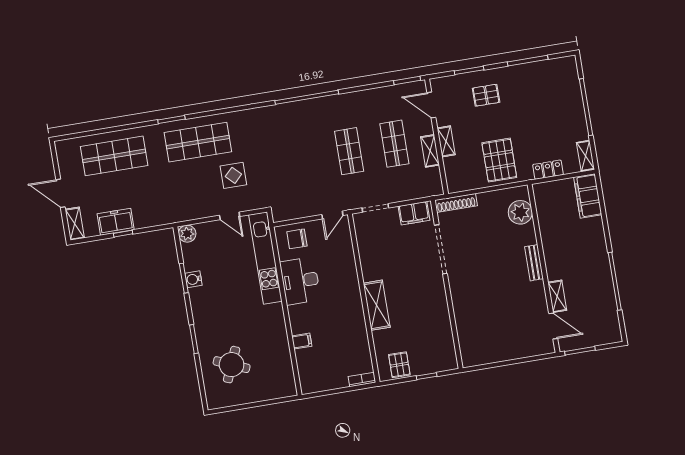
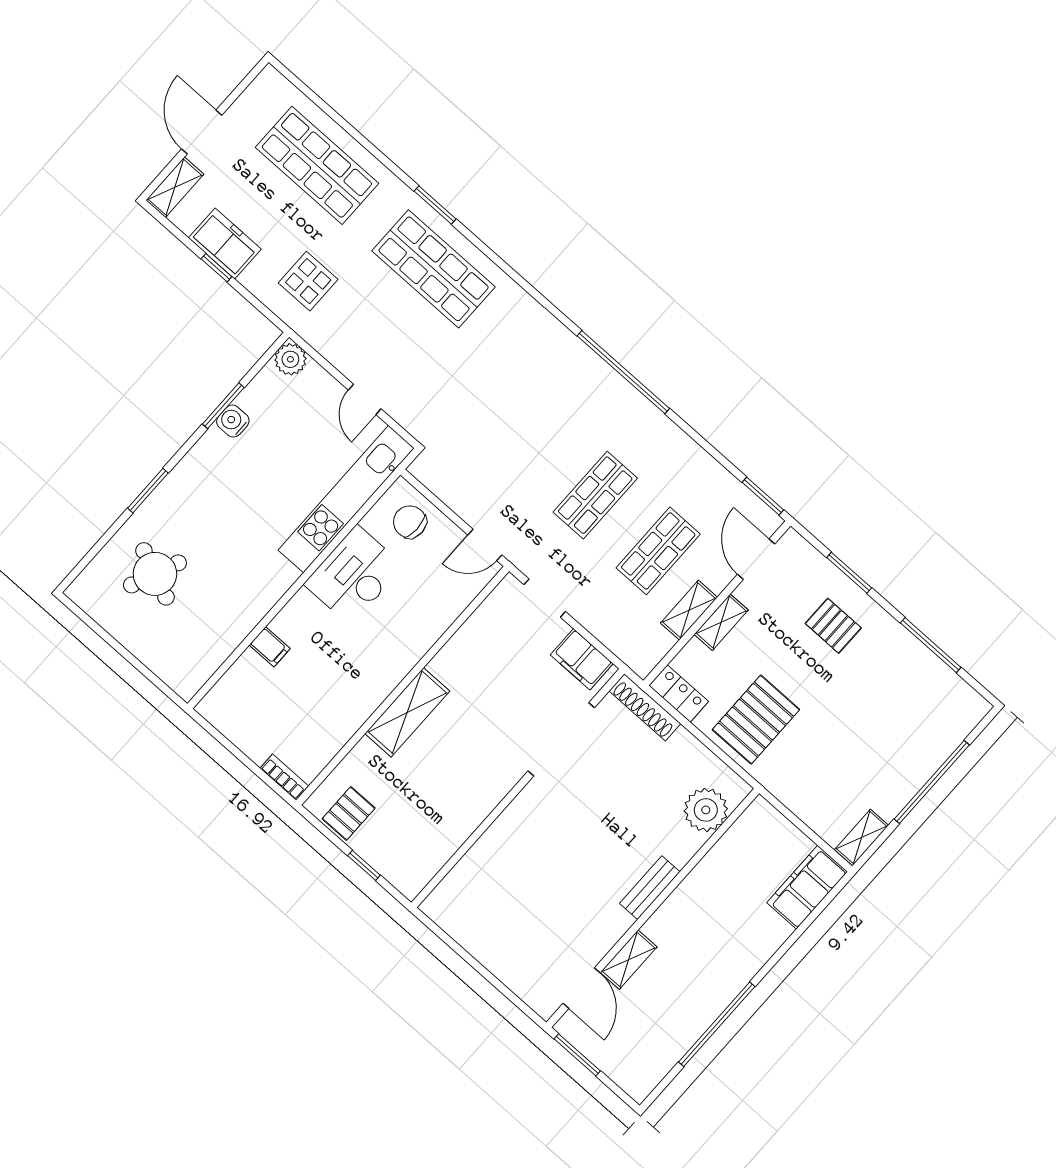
locker: (548, 170) -> (679, 694), moved
display table: (233, 175) -> (308, 281), moved

